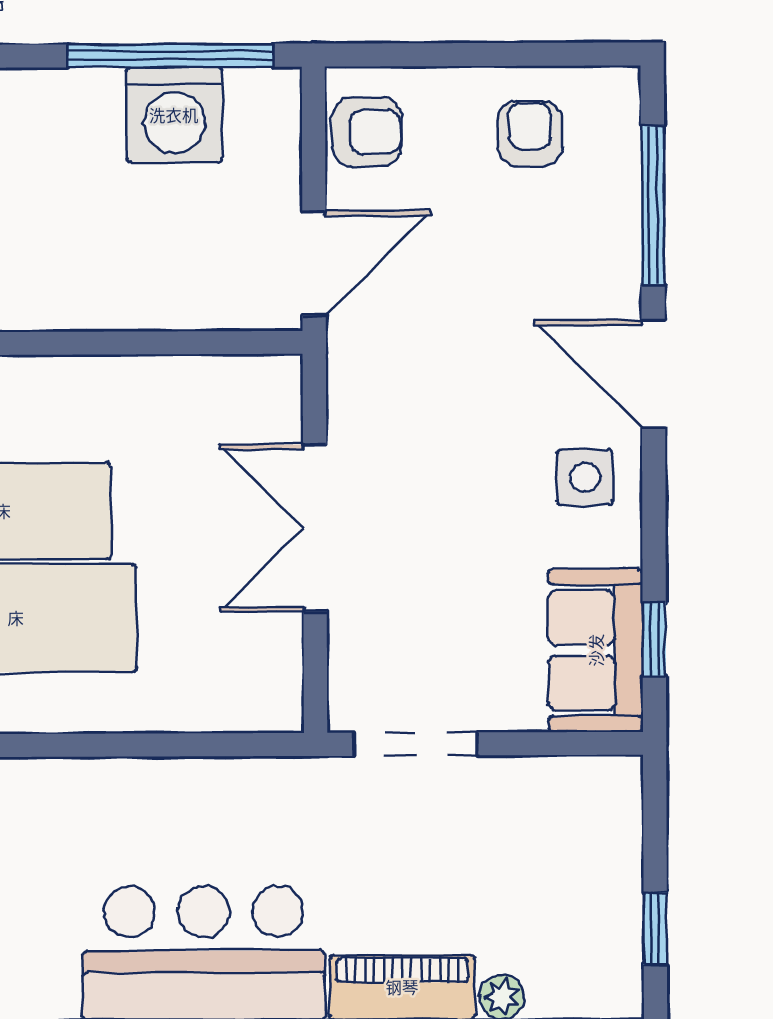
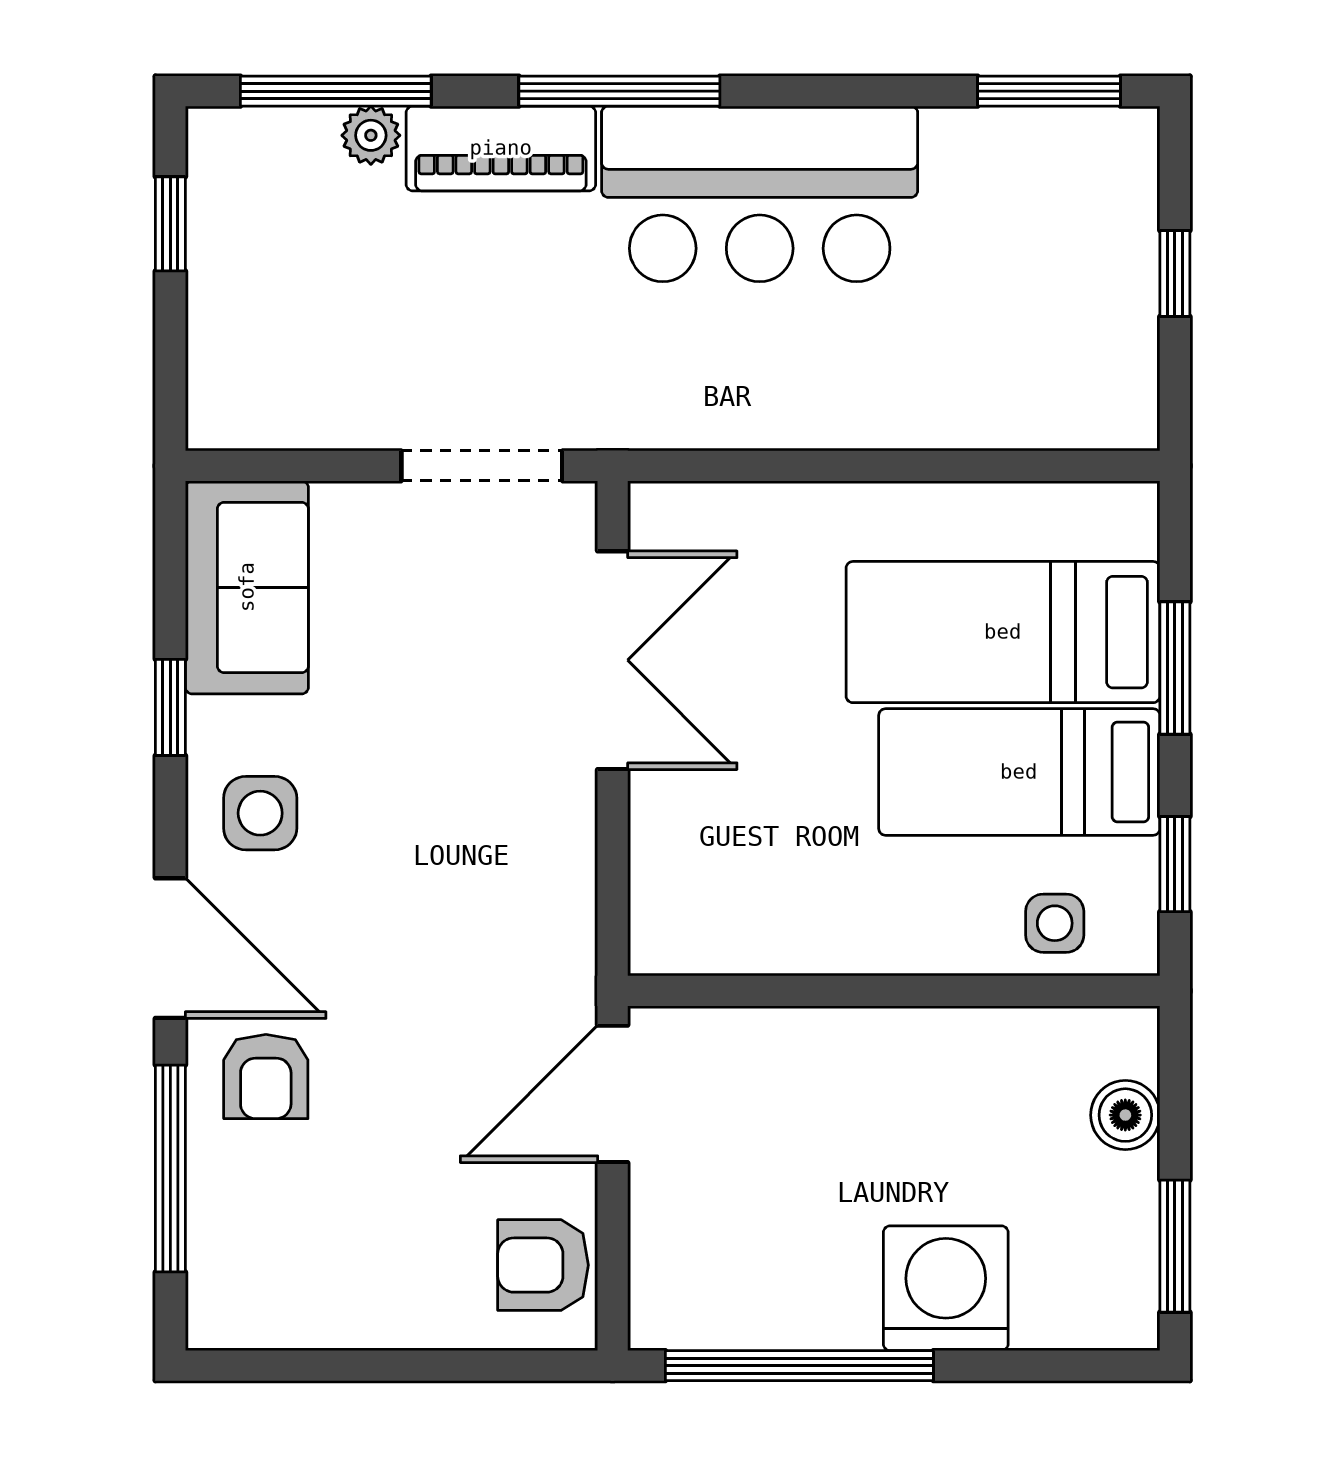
washing machine: (174, 115) -> (946, 1288), moved
armchair: (530, 134) -> (266, 1077), moved
double door: (315, 528) -> (613, 660), moved
window: (654, 639) -> (170, 707), moved

